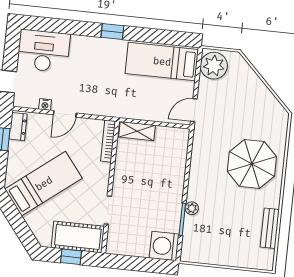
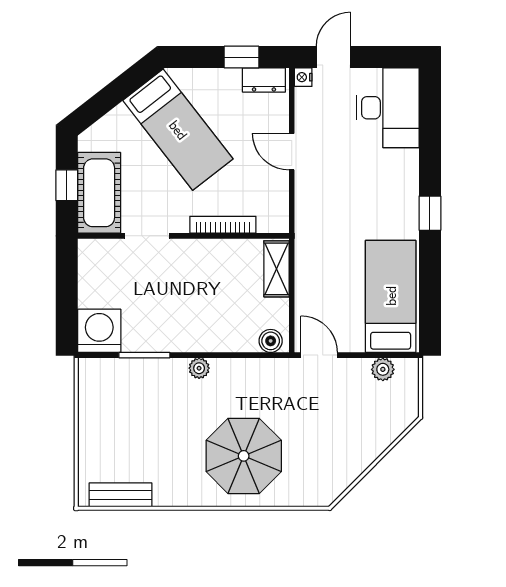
plant: (214, 66) -> (383, 369), width x0.53, depth x0.53
nightstand: (45, 105) -> (303, 77), moved
boiler: (182, 140) -> (271, 341), added
bookcase: (108, 141) -> (223, 225), moved
plant: (192, 208) -> (199, 368), moved
bench: (270, 228) -> (121, 495), moved

